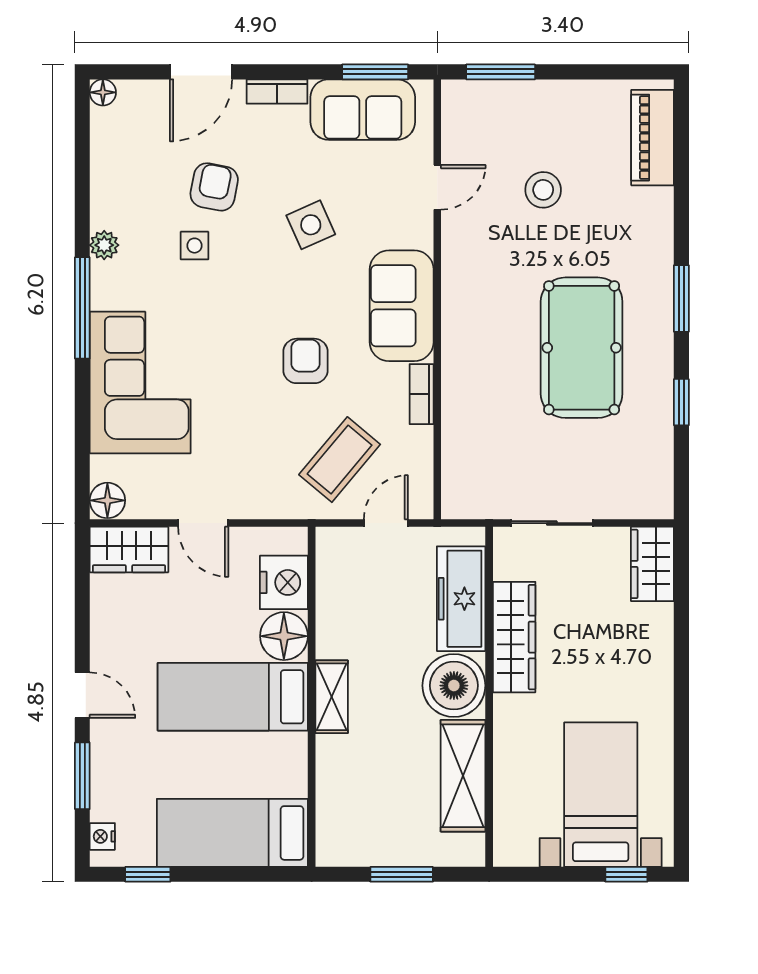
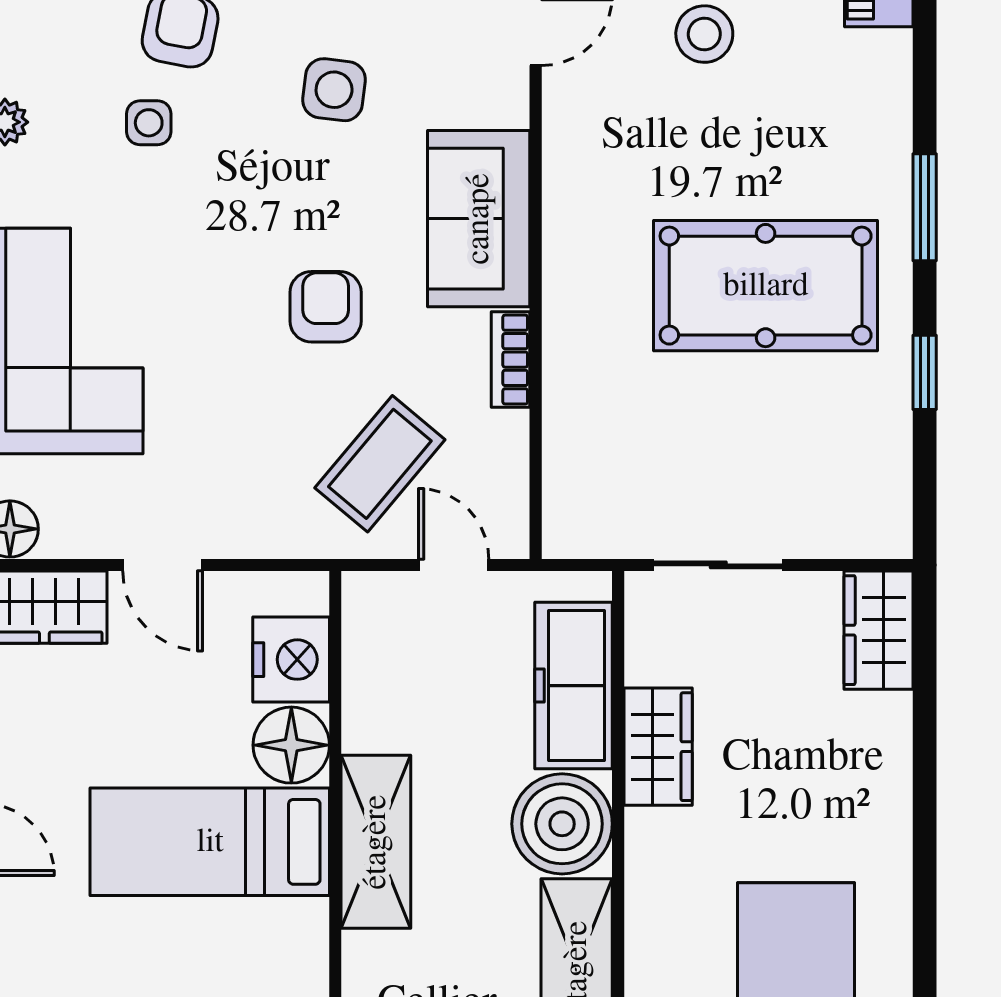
side table: (311, 225) -> (334, 90), turned 31
pool table: (582, 348) -> (766, 286), turned 90
door: (386, 523) -> (454, 565), hinge flipped
wardrobe: (514, 637) -> (658, 747), width x0.67
shelving: (332, 697) -> (376, 842), width x1.50, depth x1.33

